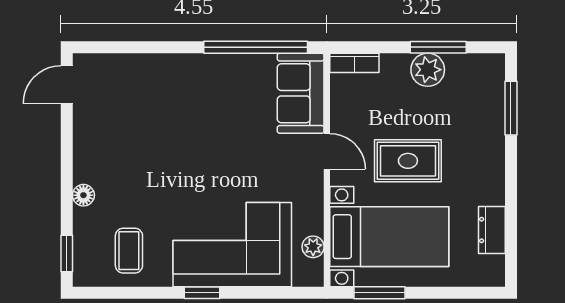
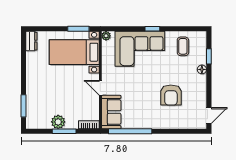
window: (438, 47) -> (64, 131), moved
armchair: (158, 134) -> (171, 95), added
rug: (408, 161) -> (66, 84), removed
dresser: (492, 230) -> (31, 41), moved
plant: (313, 247) -> (106, 36), moved
window: (67, 253) -> (209, 56), moved

